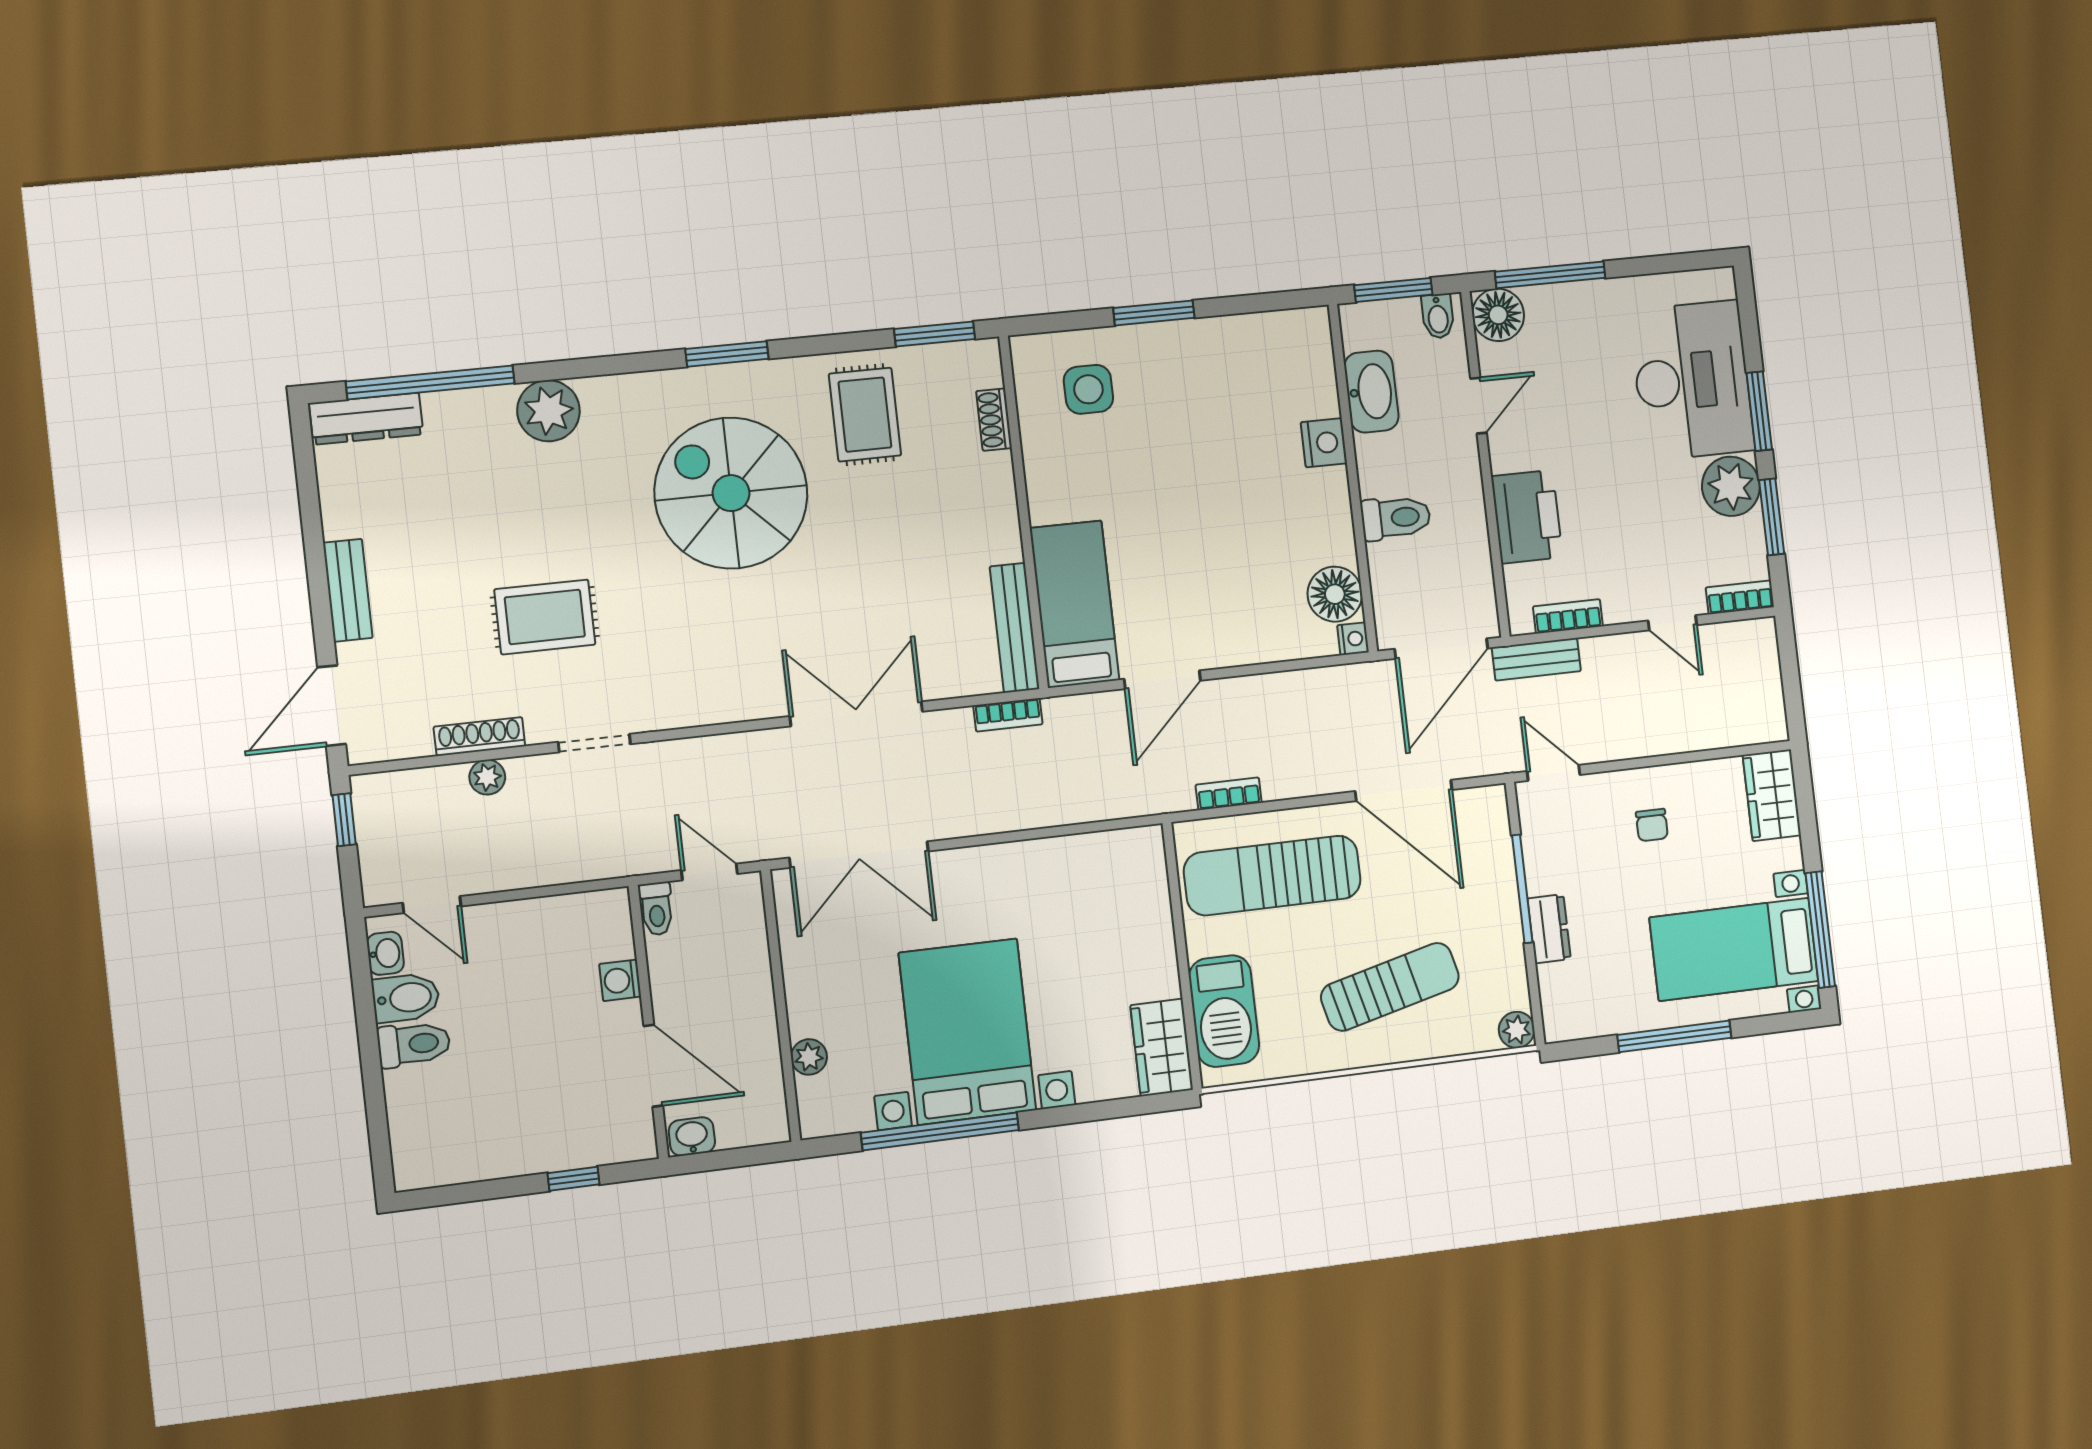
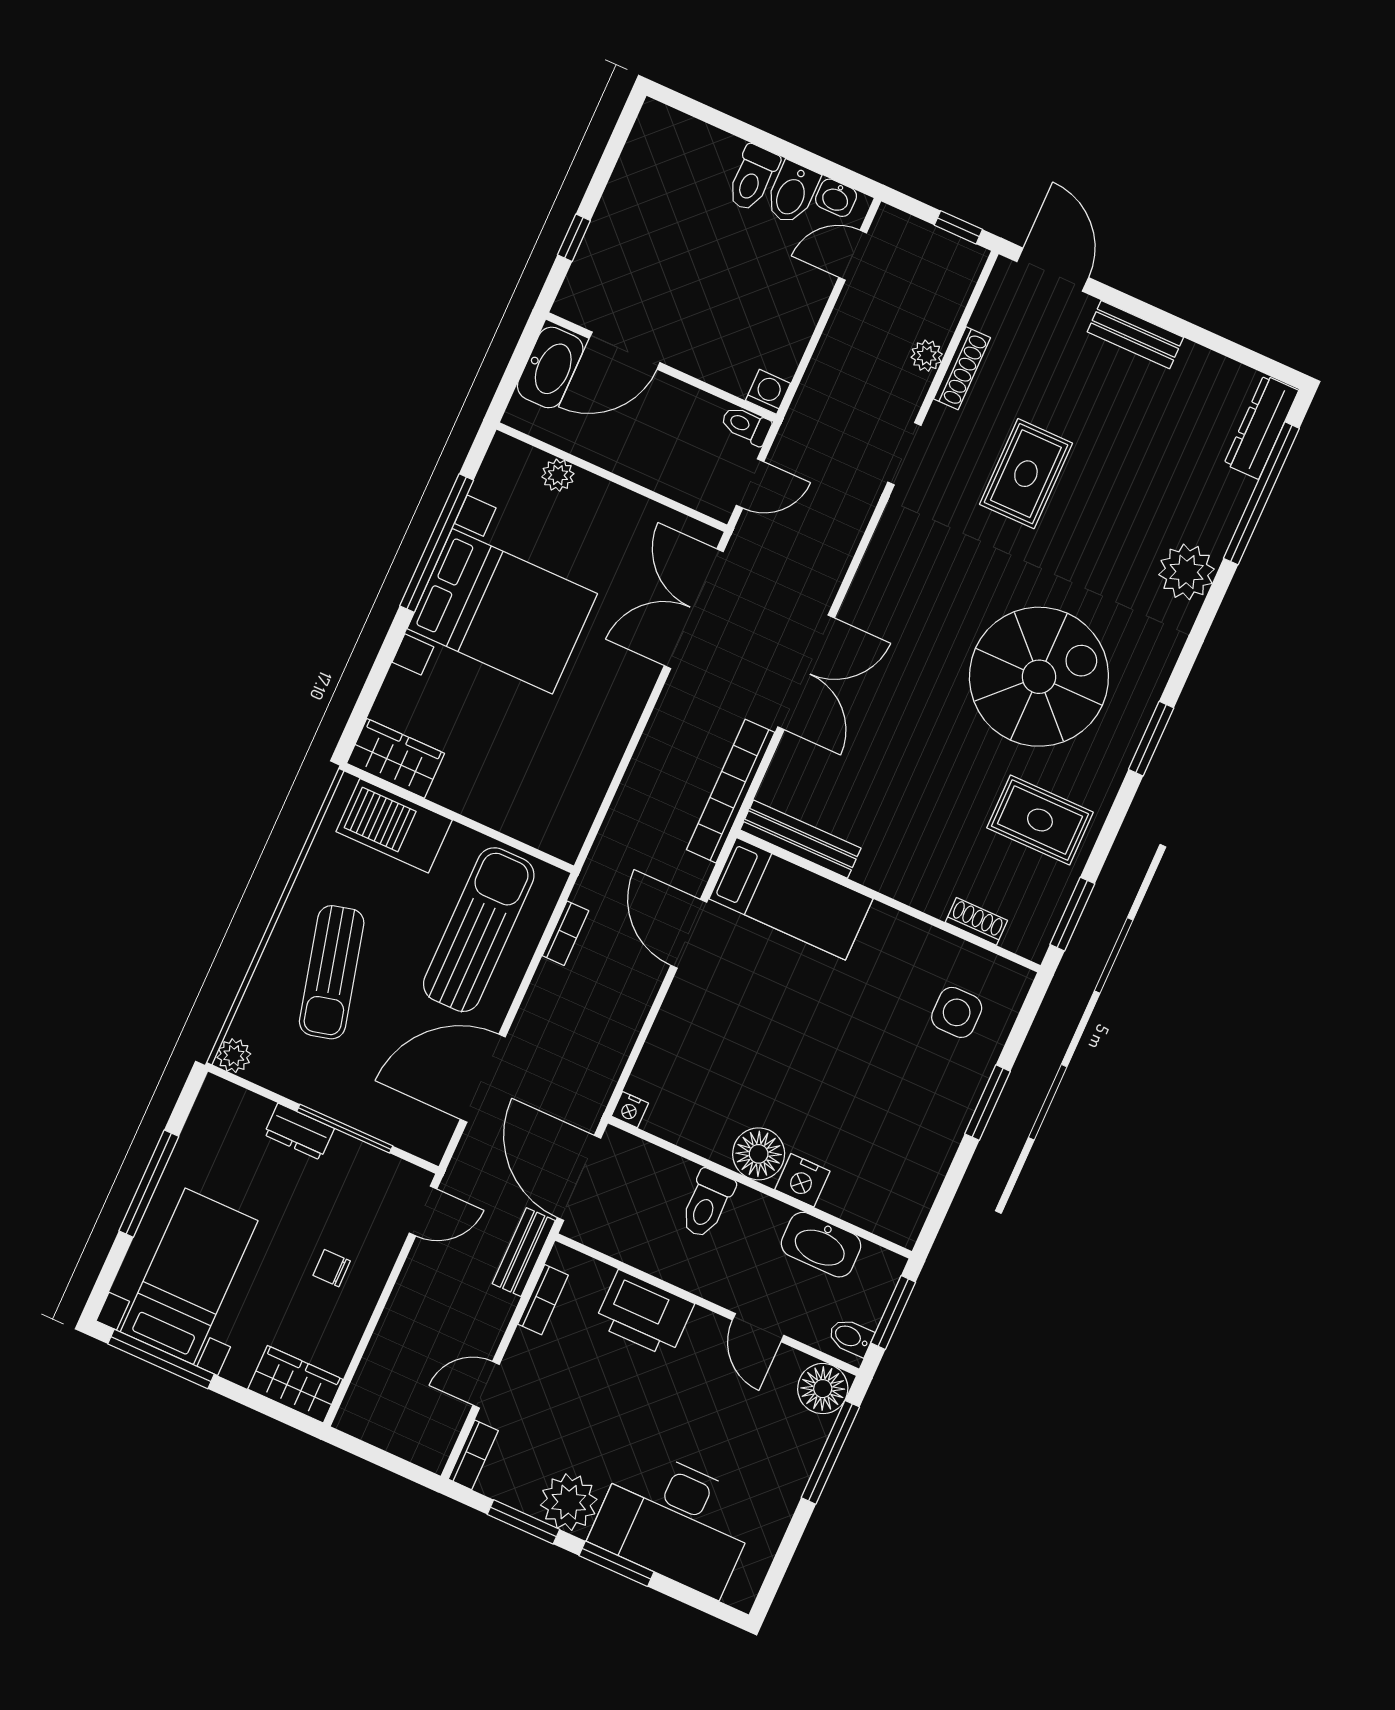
floor lamp: (1335, 594) -> (759, 1154), moved
bookcase: (1008, 715) -> (731, 791), width x2.31, depth x1.31
washing machine: (620, 980) -> (768, 392), moved
washbasin: (692, 1136) -> (550, 367), width x1.91, depth x1.45

